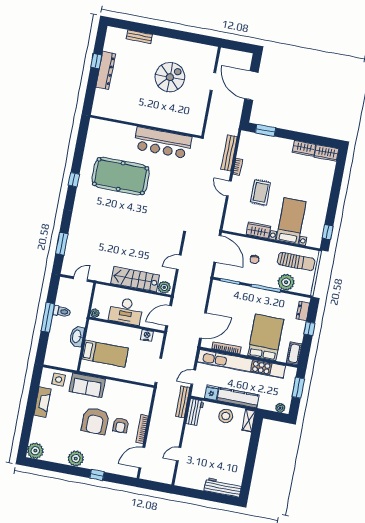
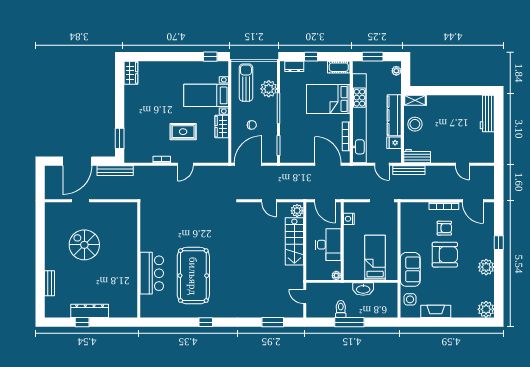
bar counter: (163, 143) -> (152, 273), moved, width x0.73
wardrobe: (304, 148) -> (131, 96), removed
bench: (229, 153) -> (115, 171), moved

